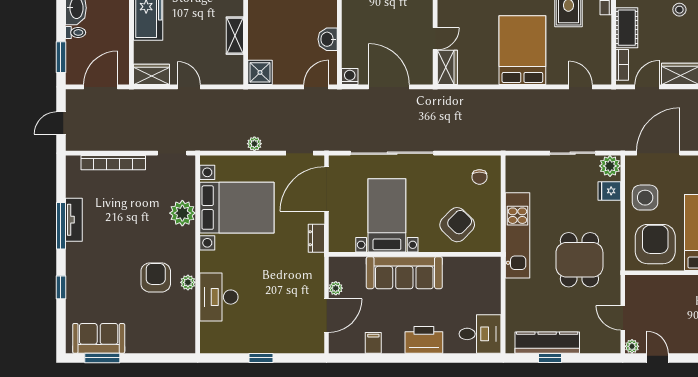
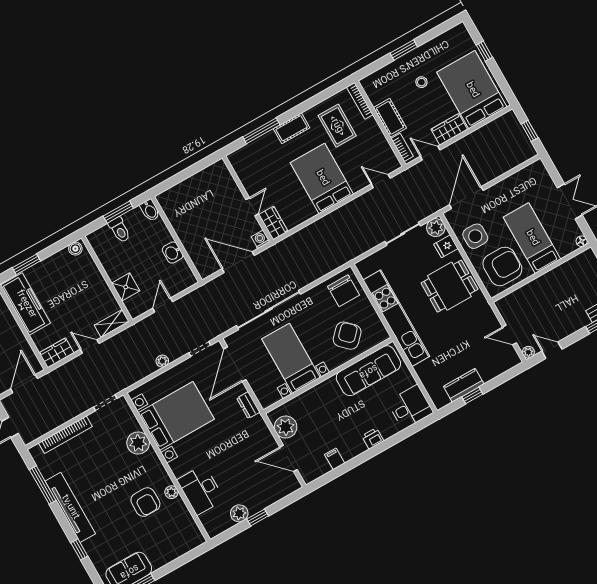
shelving: (235, 36) -> (112, 324), moved, turned 90
shower: (260, 72) -> (126, 287), moved
washing machine: (350, 77) -> (260, 239), moved
door: (316, 87) -> (163, 305), moved
door: (647, 87) -> (430, 153), hinge flipped
chair: (479, 177) -> (344, 291), width x1.87, depth x1.87
tv unit: (74, 220) -> (70, 507), width x1.92, depth x1.29
window: (61, 226) -> (43, 485), moved
kitchen unit: (517, 235) -> (396, 318), width x1.36
armchair: (655, 244) -> (502, 266), turned 90
dining table: (579, 260) -> (449, 286), moved, turned 90
sofa: (404, 273) -> (368, 371), moved
armchair: (156, 277) -> (145, 502), turned 180
plant: (336, 288) -> (286, 427), width x1.88, depth x1.88
door: (327, 316) -> (288, 458), swing flipped
printer: (424, 340) -> (373, 438), width x0.53, depth x0.68
plant: (245, 343) -> (239, 513), added
kitchen counter: (547, 343) -> (464, 385), width x0.67

